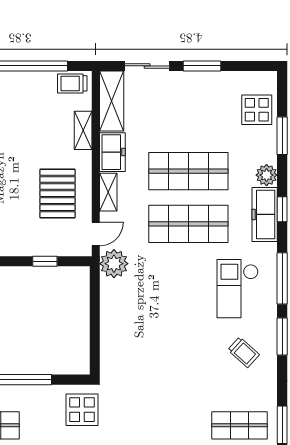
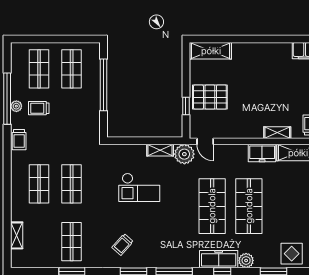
shelving: (108, 192) -> (160, 150), moved
pallet: (58, 194) -> (210, 97), moved
checkout: (238, 289) -> (139, 187), moved, turned 180
display table: (82, 410) -> (83, 132), removed
shop shelf: (157, 425) -> (72, 184), added

